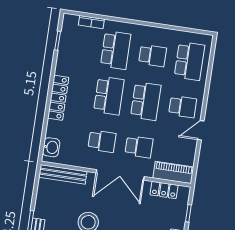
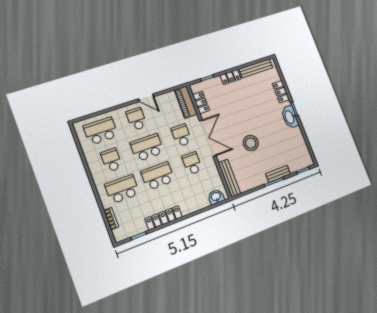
locker: (58, 98) -> (164, 218), moved

